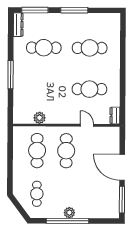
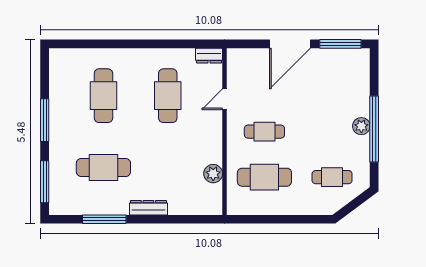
dresser: (18, 25) -> (148, 208), moved
cafe table: (44, 48) -> (103, 167), turned 90
window: (11, 75) -> (104, 219), moved
cafe table: (66, 151) -> (264, 132), width x0.73, depth x0.74

